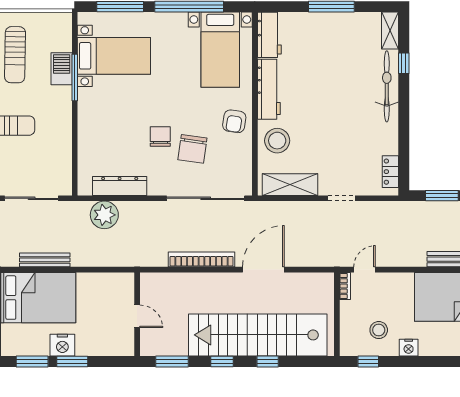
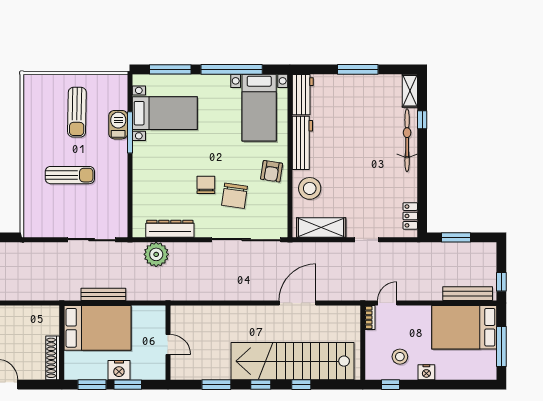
bookcase: (201, 259) -> (243, 294), removed
wall: (137, 314) -> (168, 343), moved
door: (137, 316) -> (168, 344), moved

